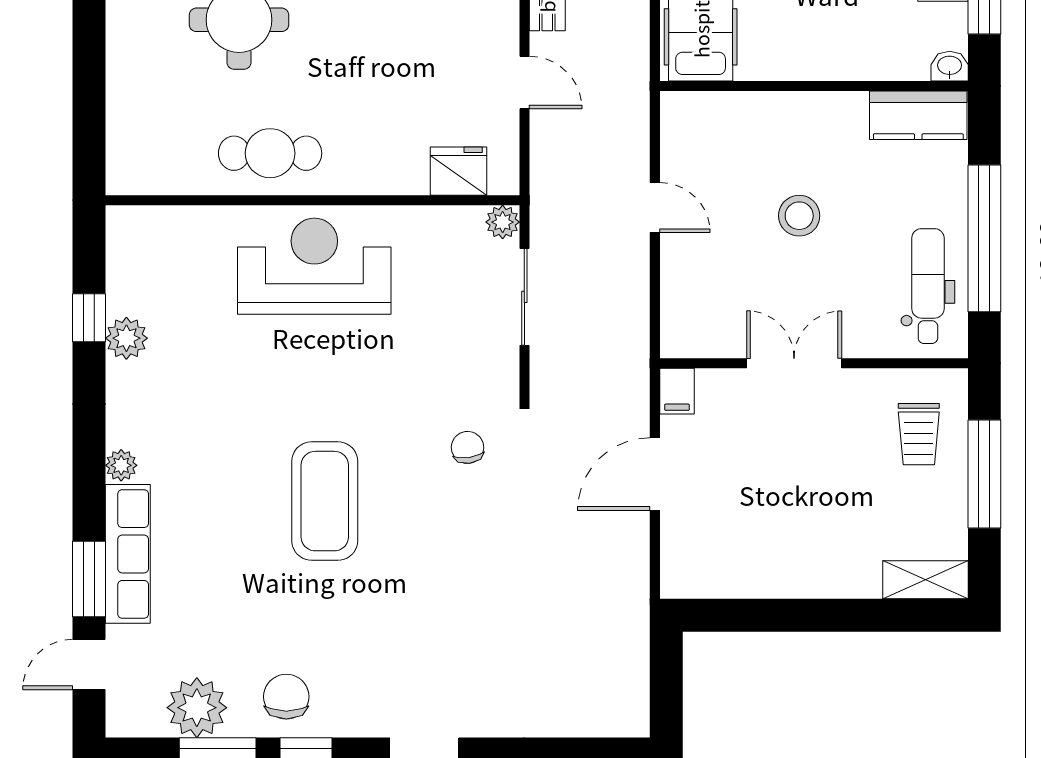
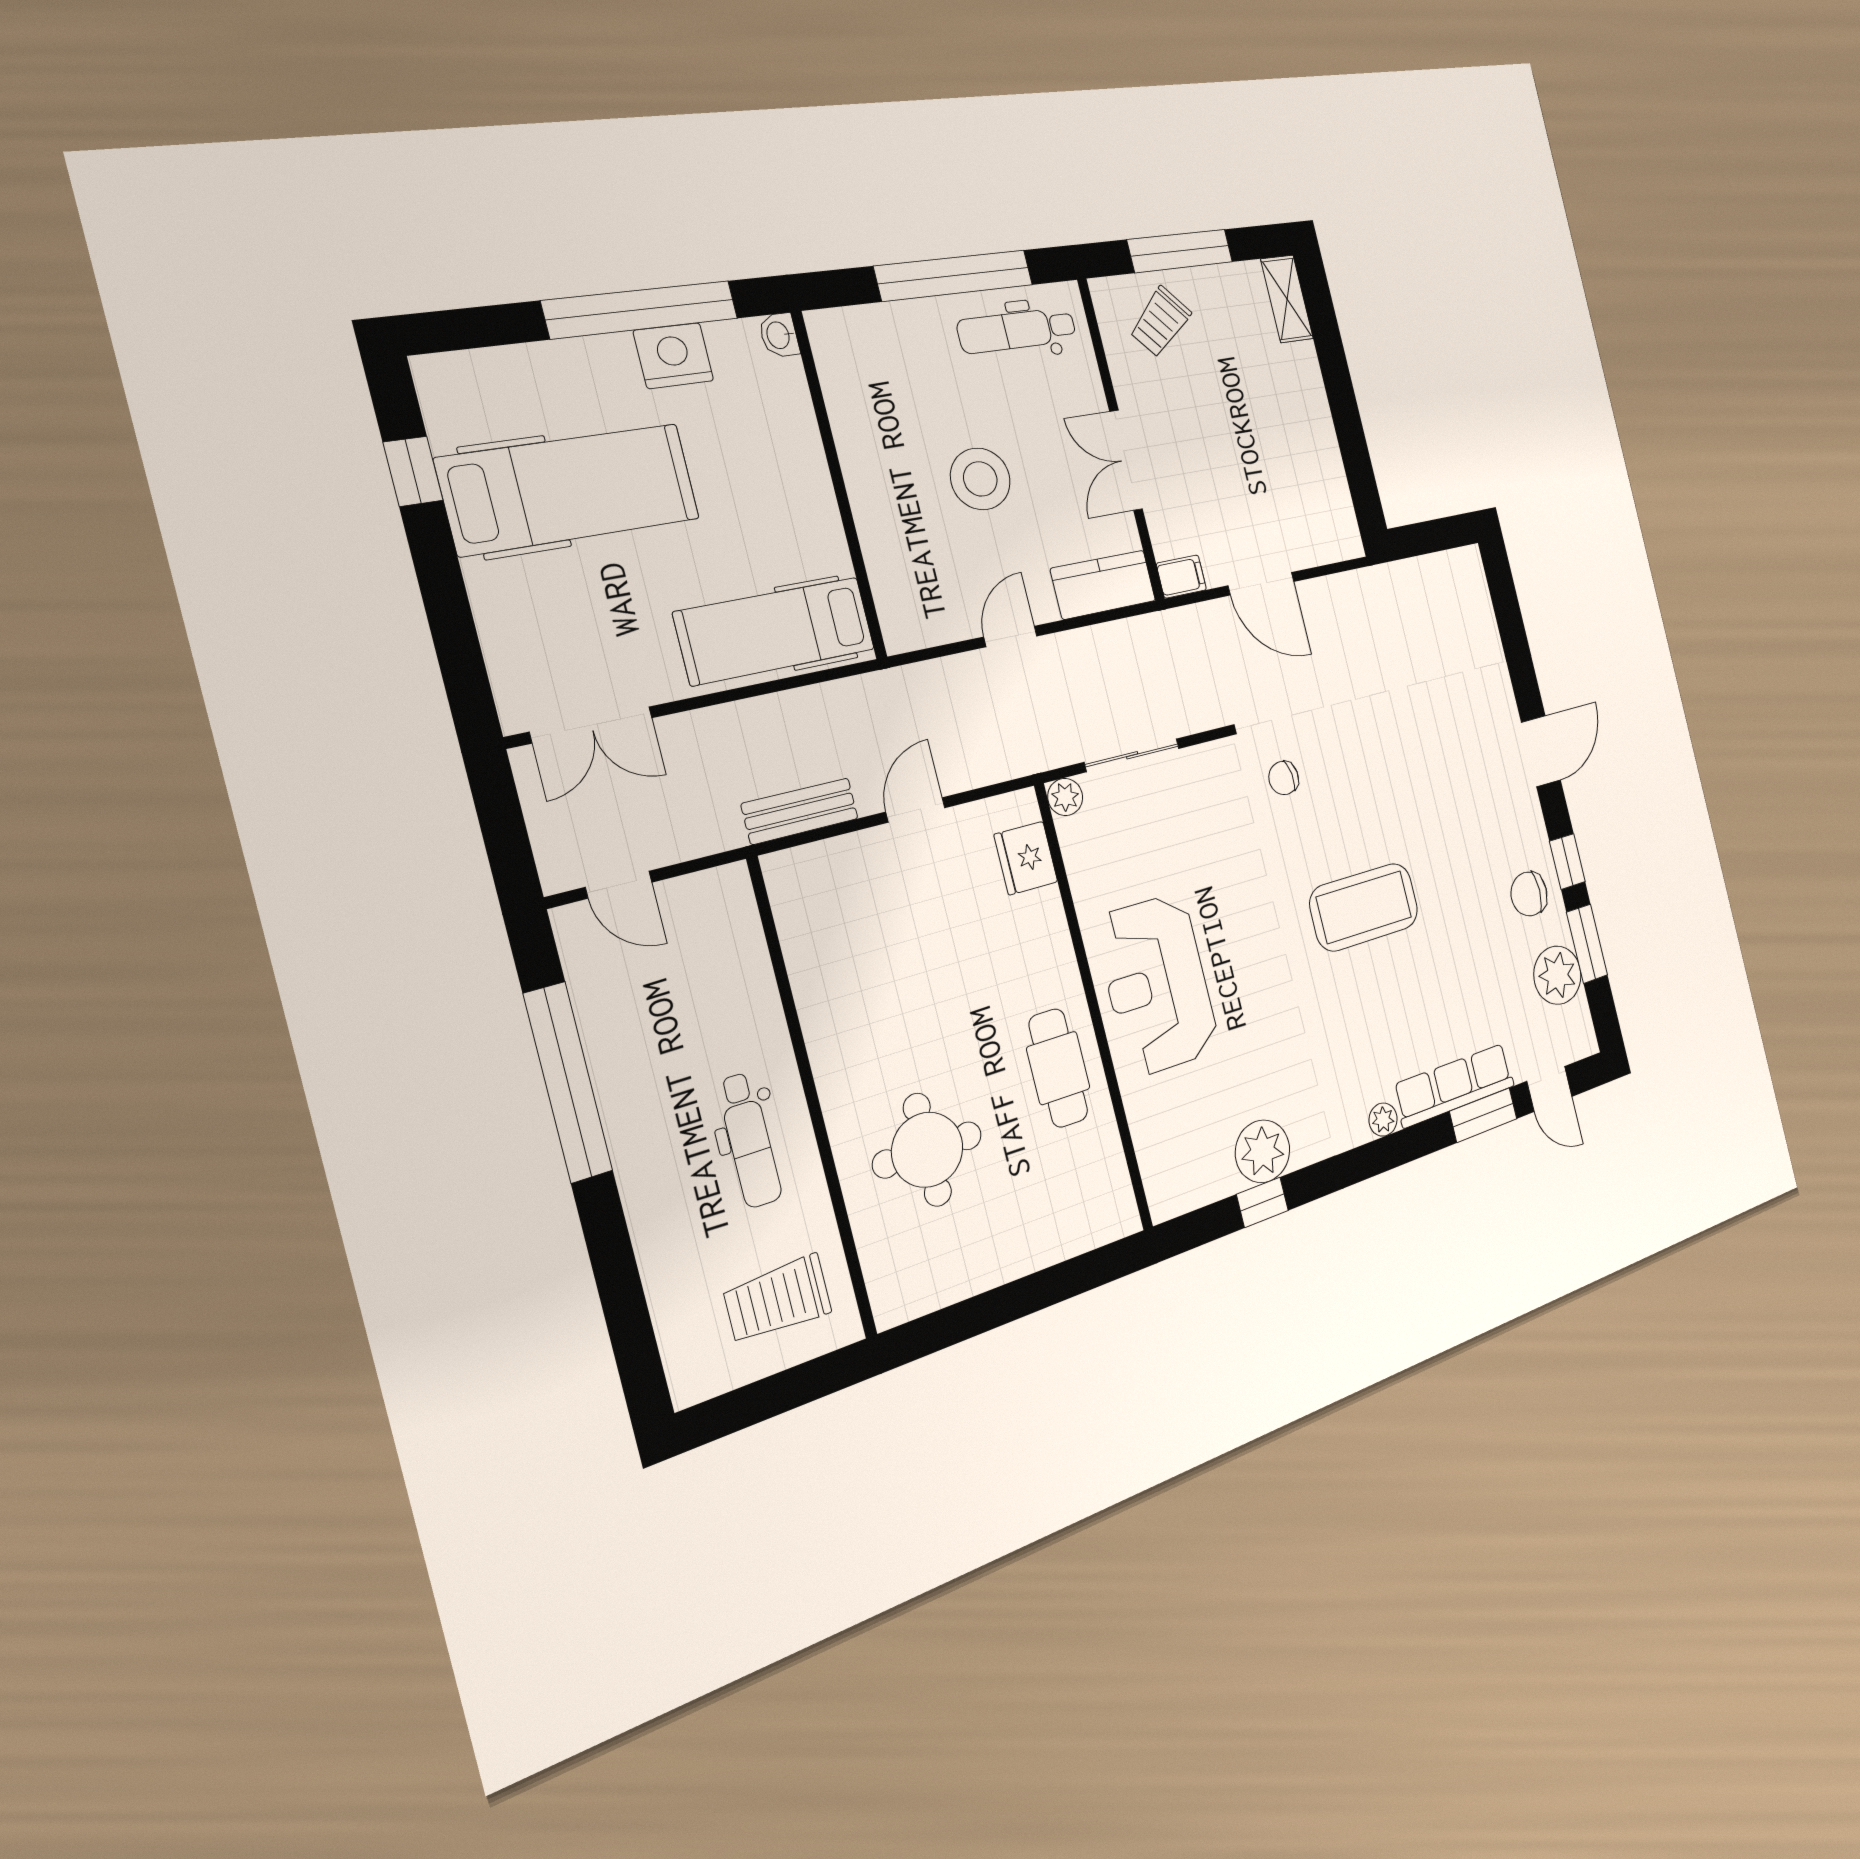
kitchen counter: (918, 115) -> (1103, 585), moved, turned -90
stool: (799, 216) -> (980, 479), width x1.38, depth x1.38
plant: (126, 338) -> (1263, 1151), width x1.36, depth x1.36
trolley: (919, 434) -> (1160, 322), turned 139

